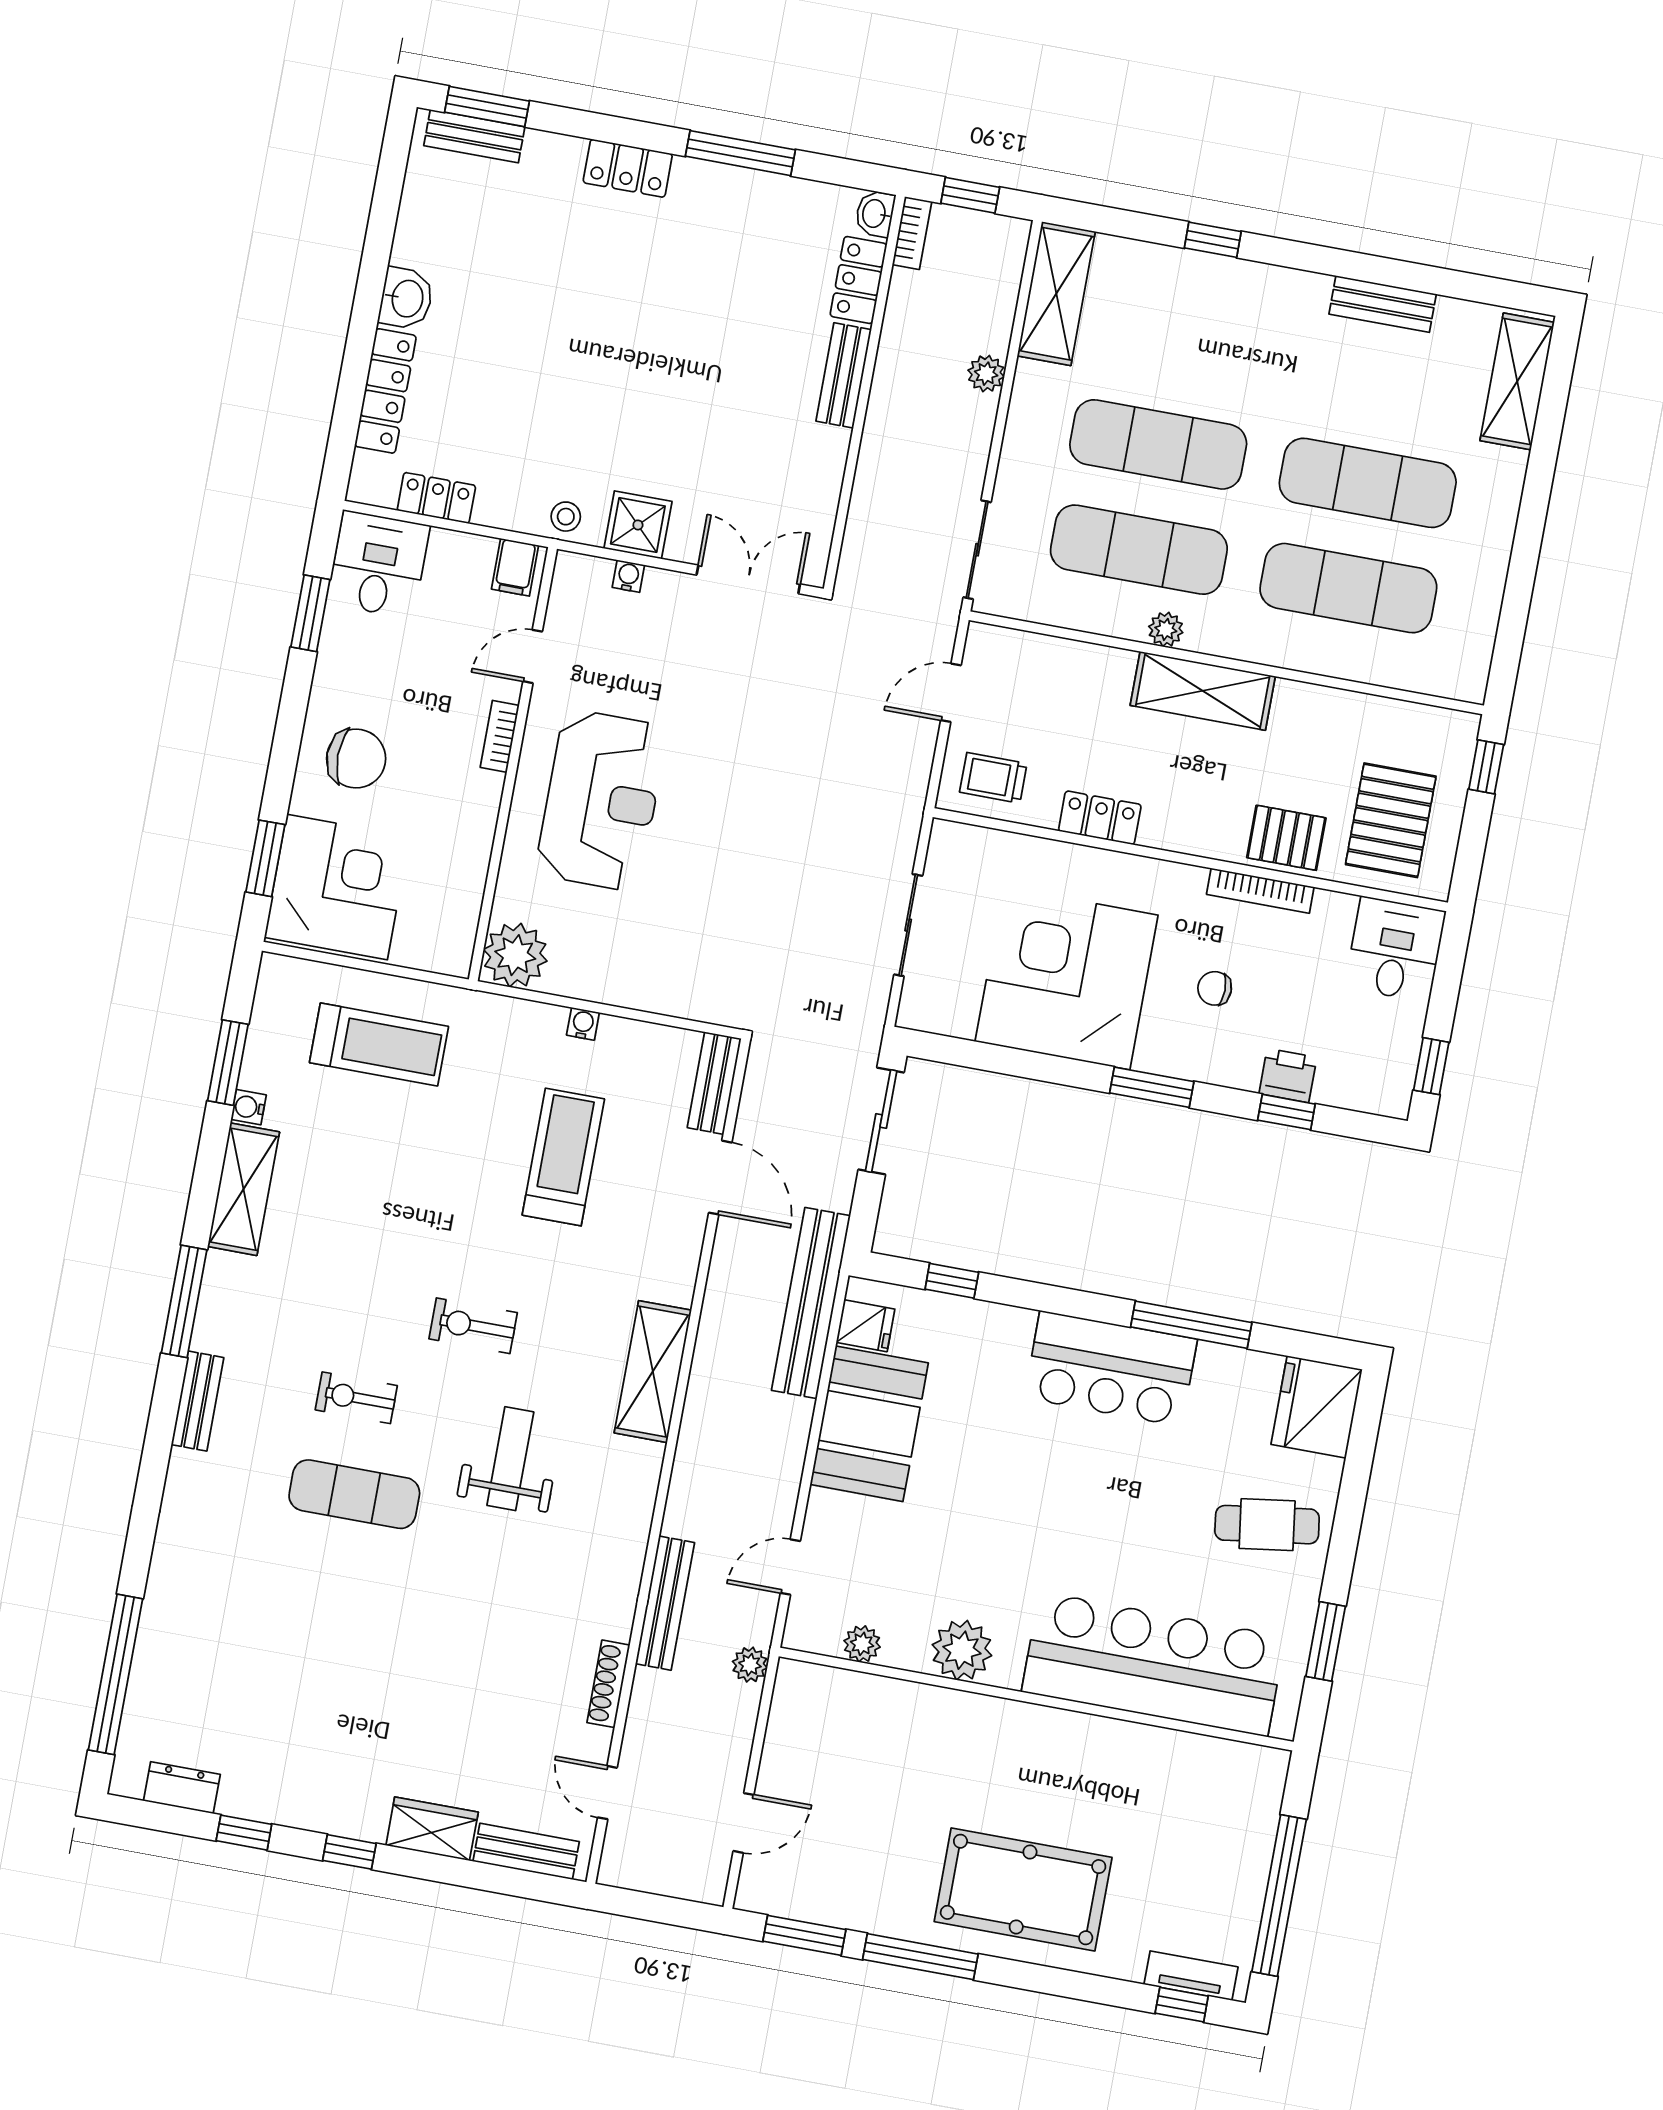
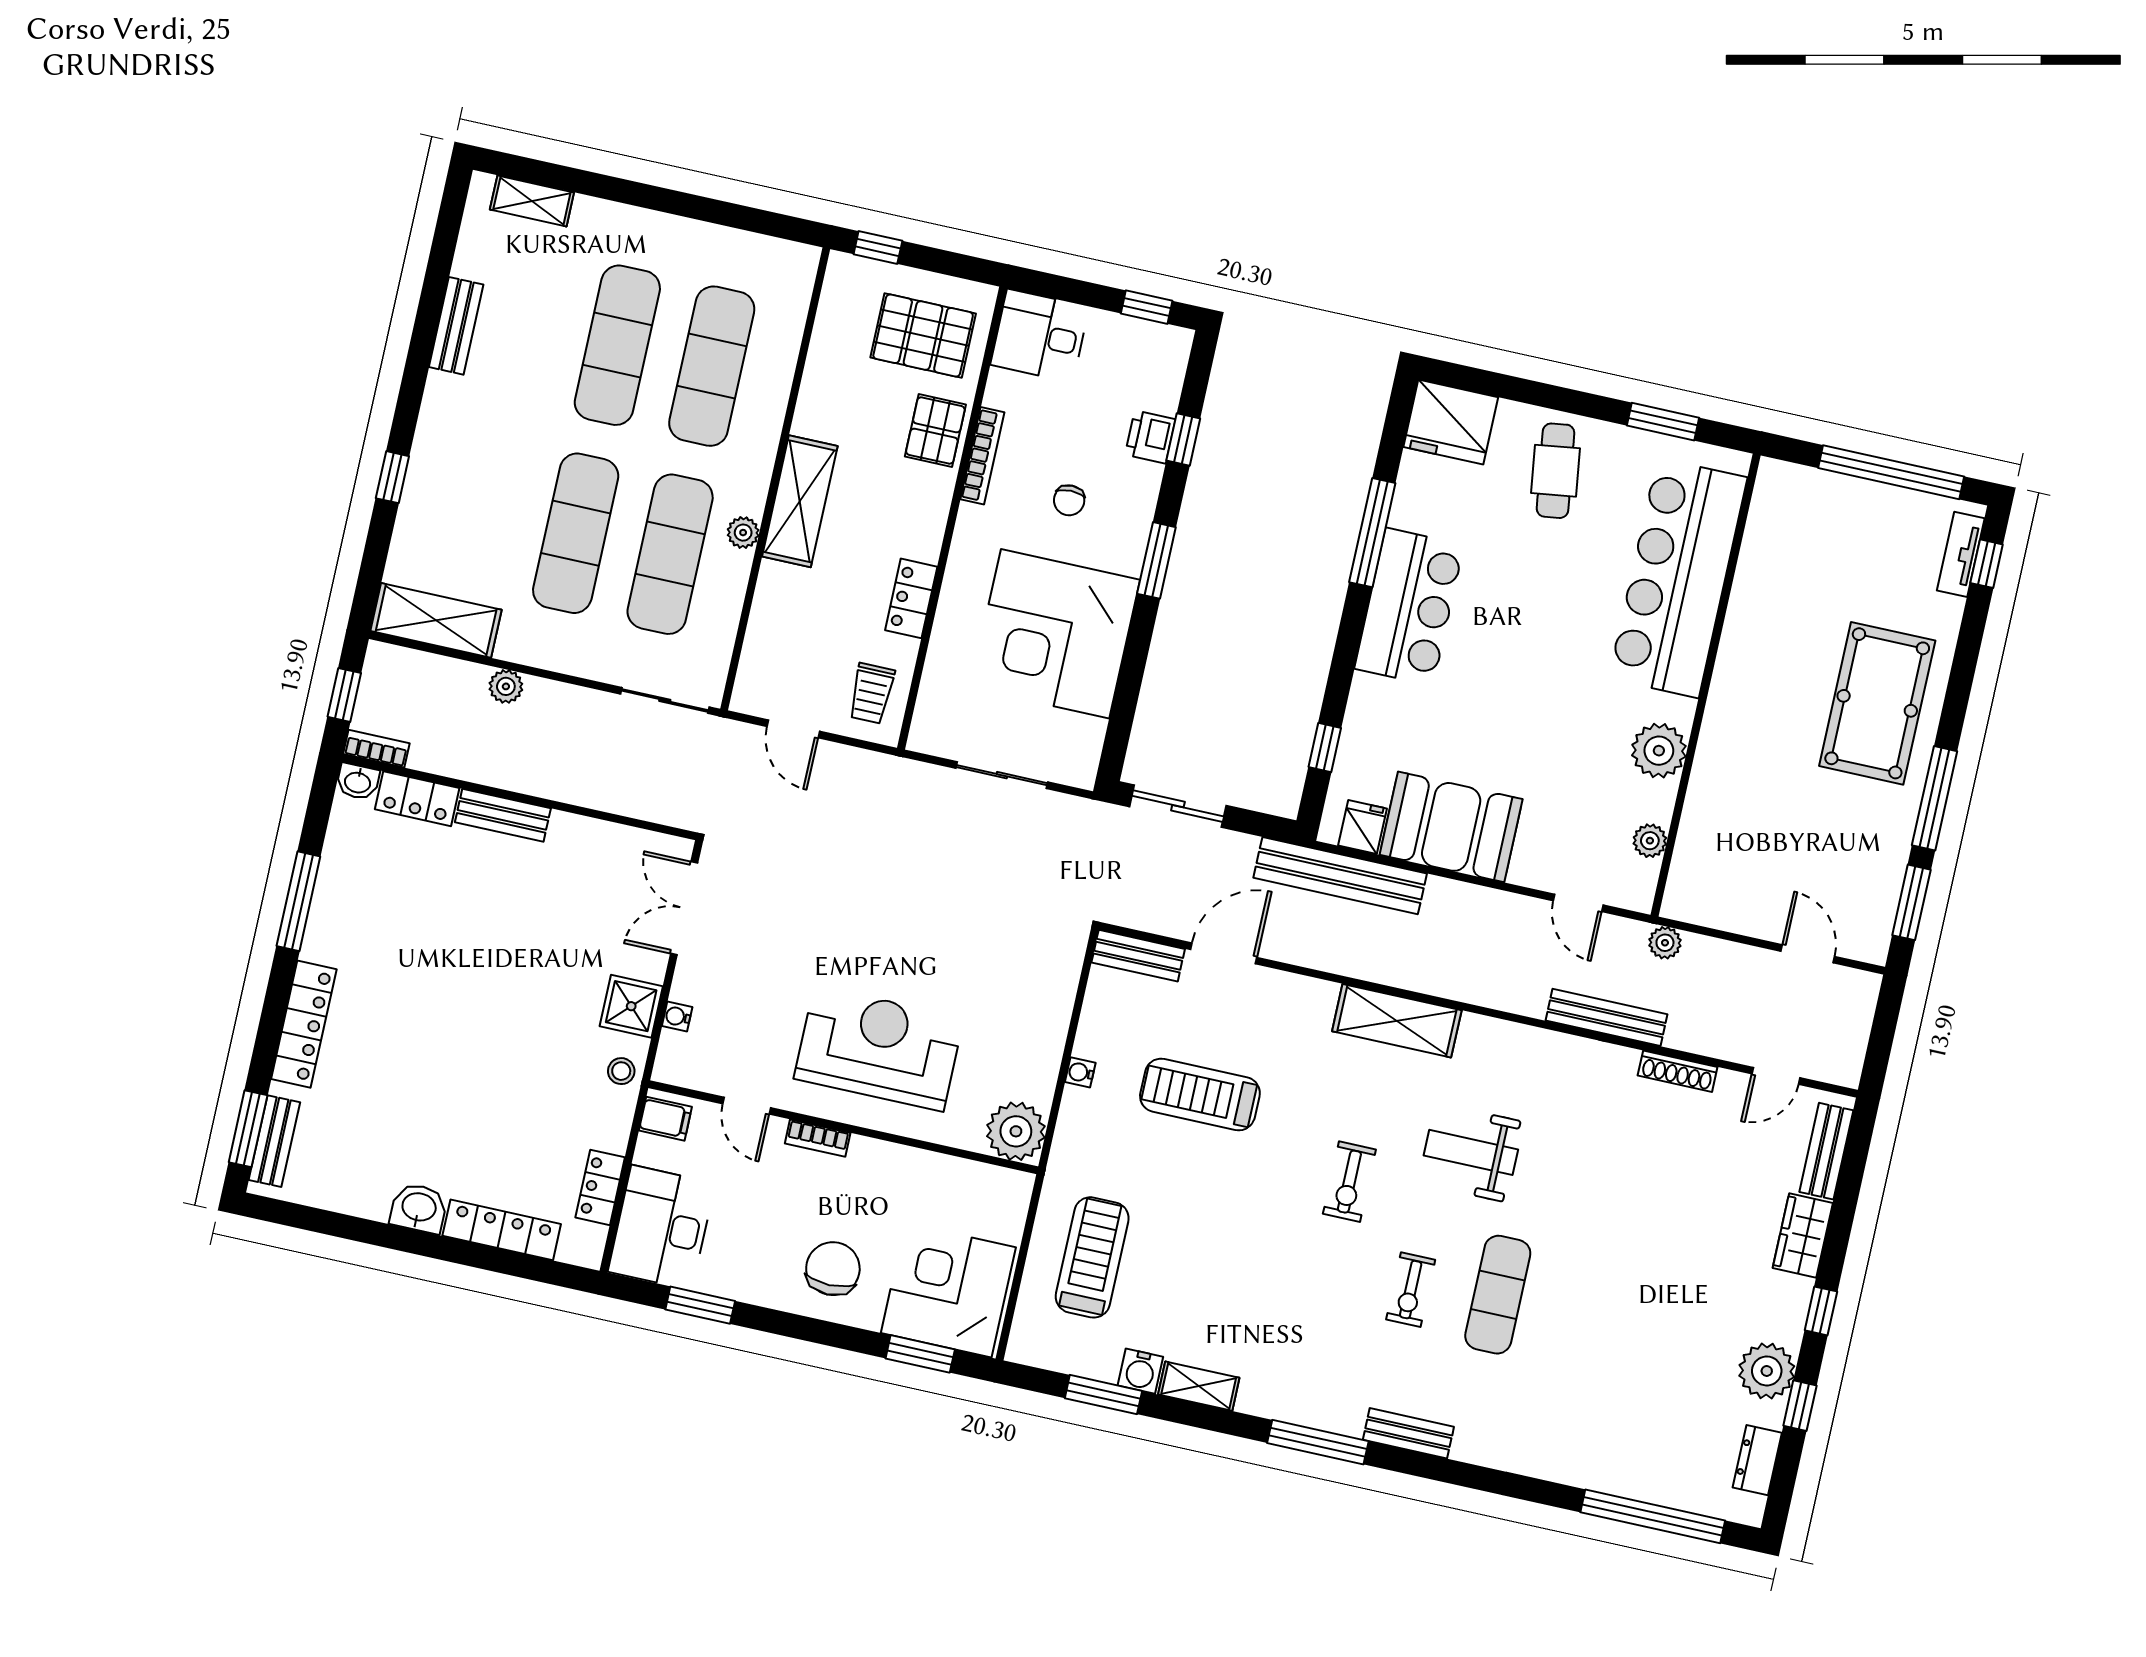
locker: (628, 168) -> (304, 1024), width x1.53
shelving: (1517, 381) -> (532, 201), width x0.67, depth x0.75
desk: (378, 565) -> (662, 1227), width x1.37
water cooler: (249, 1107) -> (1140, 1371), width x1.38, depth x1.38
shelving: (243, 1189) -> (1199, 1386), width x0.67, depth x0.75
plant: (281, 1794) -> (1767, 1371), added

